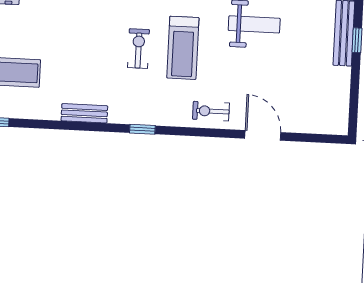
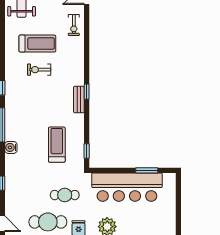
window: (142, 129) -> (87, 92), moved

